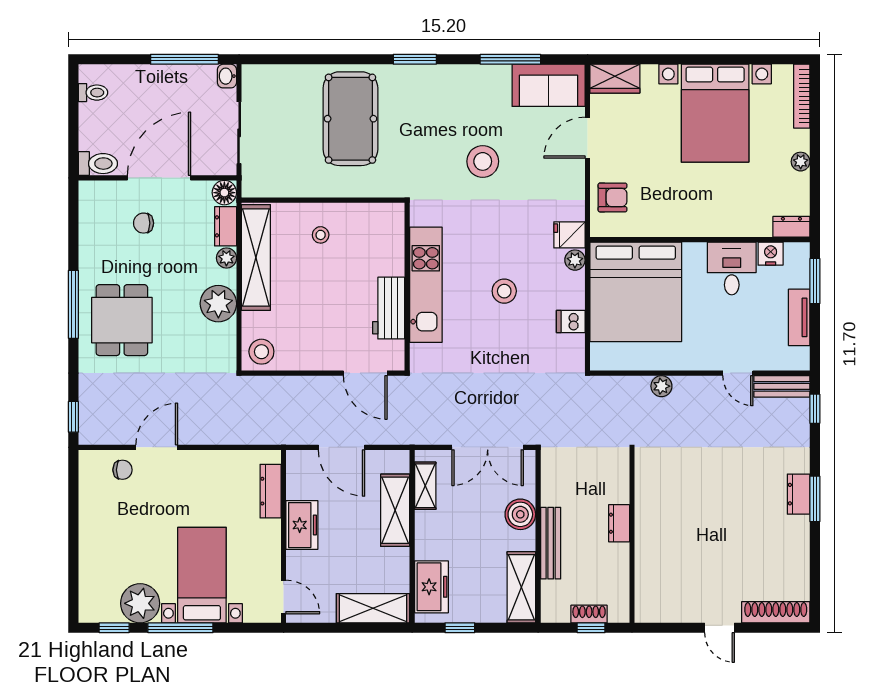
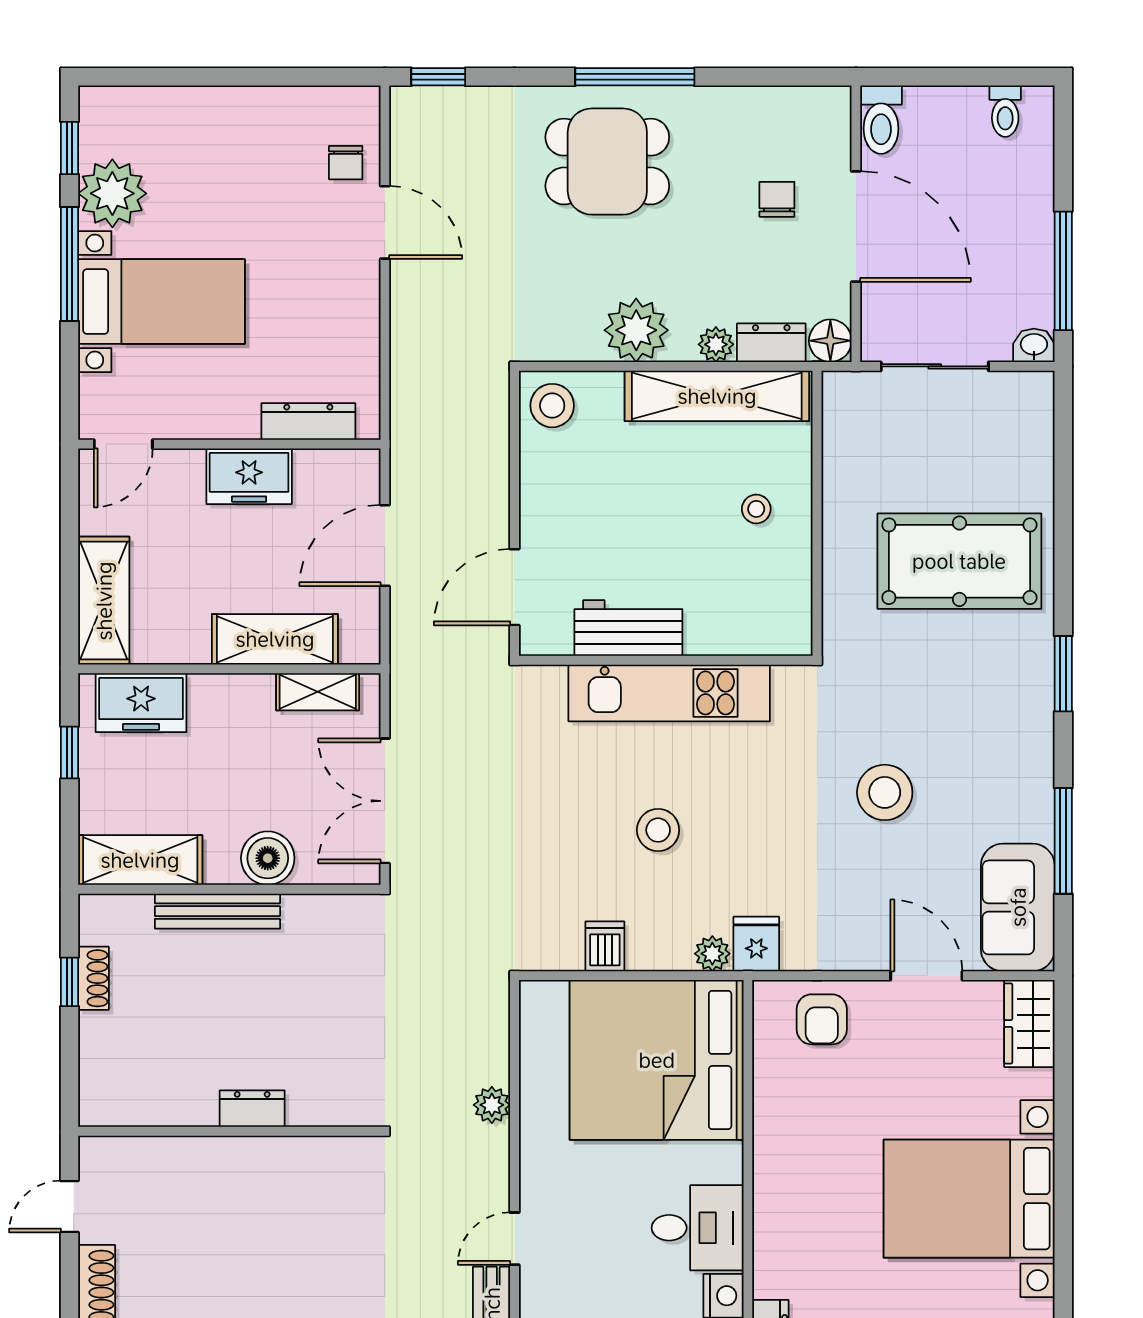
dresser: (619, 523) -> (252, 1109), moved
wall: (632, 536) -> (229, 1131), moved

